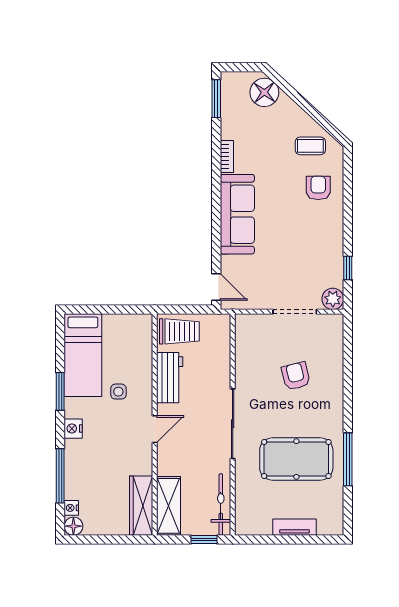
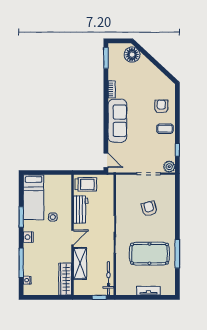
coffee table: (310, 146) -> (165, 129), moved
shelving: (169, 506) -> (80, 263), moved
floor lamp: (73, 526) -> (28, 290), removed

